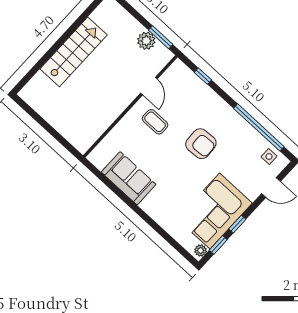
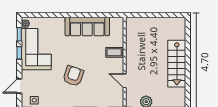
coffee table: (155, 122) -> (114, 52), moved
armchair: (201, 144) -> (73, 76), turned 112
sofa: (129, 178) -> (87, 27), width x1.36

